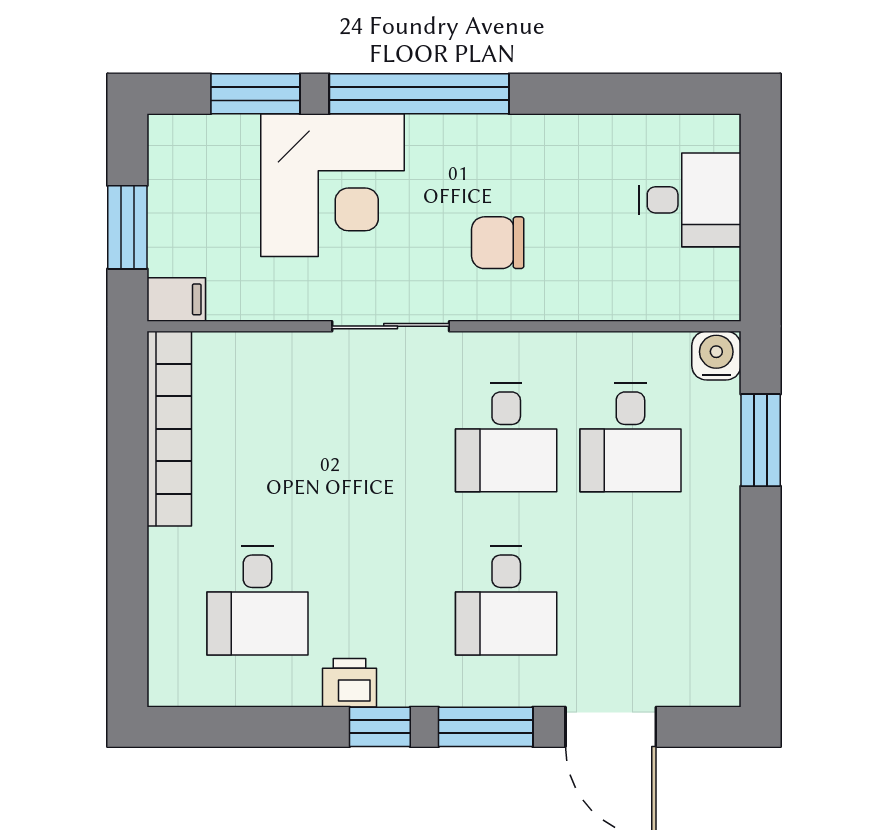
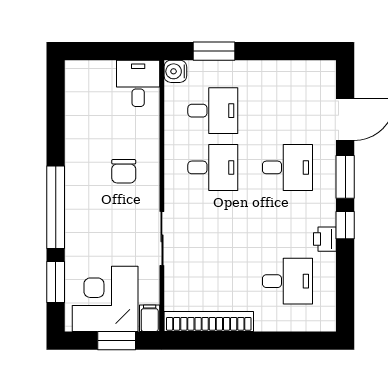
corner desk: (332, 185) -> (105, 299), moved, turned -90
desk: (690, 200) -> (138, 83), moved
sliding door: (391, 326) -> (162, 238), moved

